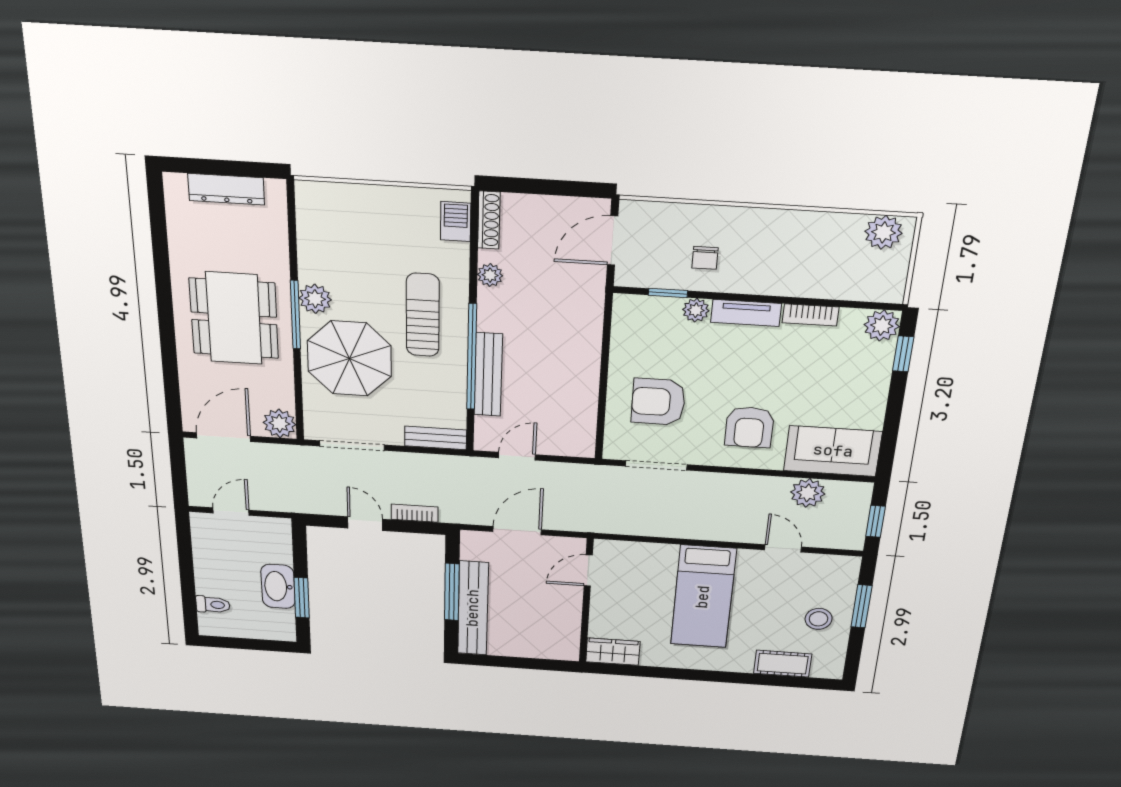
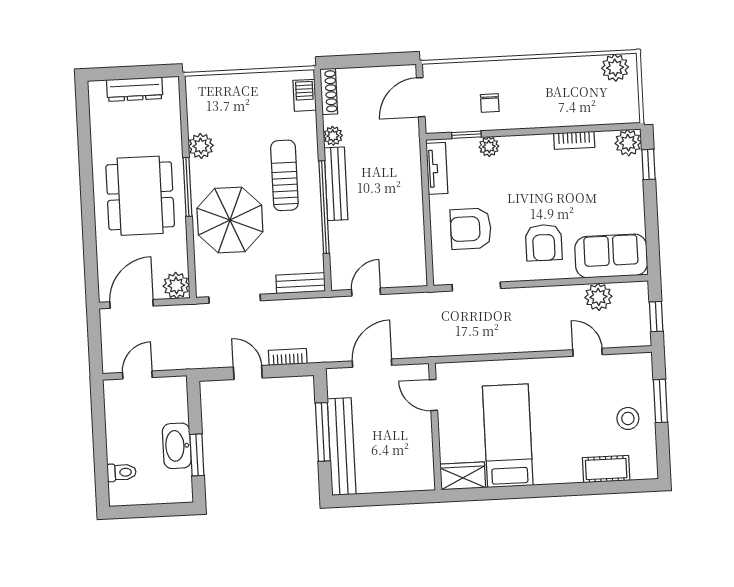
plant: (315, 299) -> (201, 146), moved
tv unit: (746, 313) -> (437, 168), moved, turned -90
bench: (488, 375) -> (336, 184), moved
door: (588, 571) -> (433, 395), hinge flipped
bed: (703, 597) -> (508, 436), moved, turned 180

